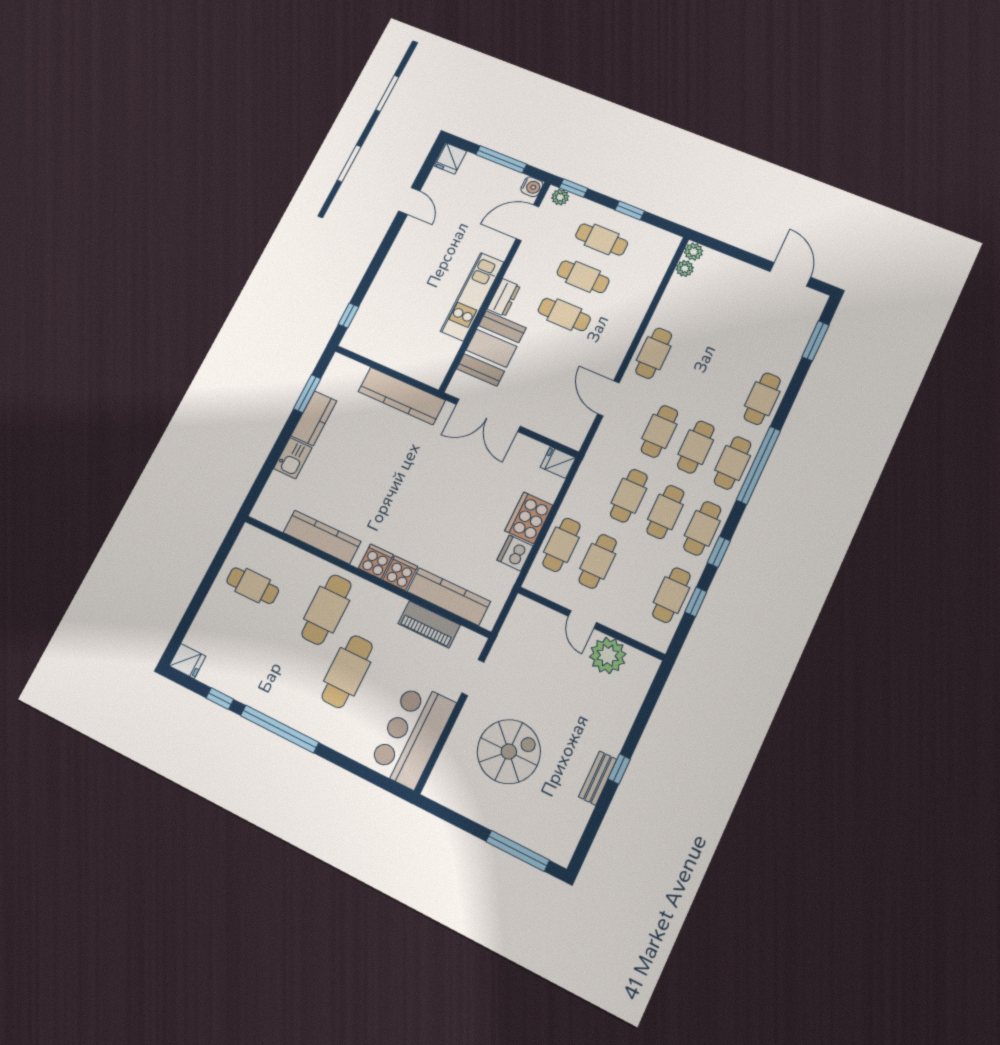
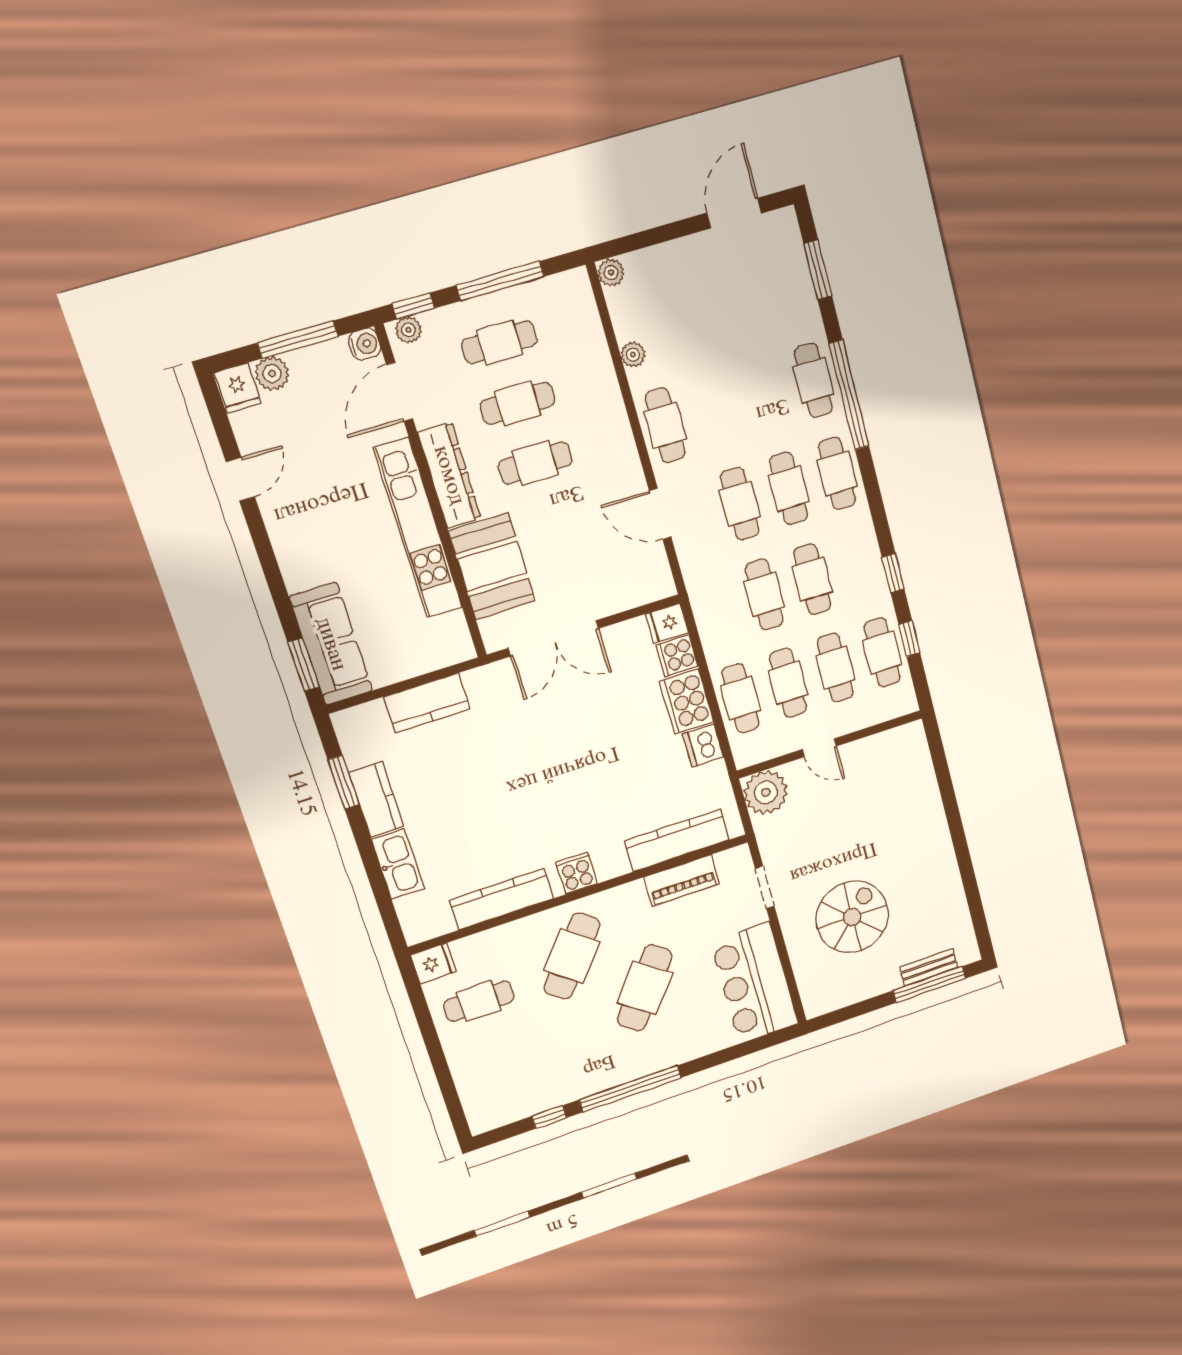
plant: (473, 165) -> (272, 374), added
door: (409, 201) -> (240, 479), hinge flipped
window: (630, 210) -> (500, 281), width x2.17
plant: (685, 269) -> (633, 355), moved
door: (790, 274) -> (734, 213), hinge flipped
kitchen unit: (472, 297) -> (418, 528), width x1.36
dresser: (504, 298) -> (449, 475), width x1.96, depth x1.24
window: (349, 316) -> (304, 665), width x1.50
sofa: (372, 317) -> (331, 644), added
kitchen counter: (402, 396) -> (427, 703), width x0.67
kitchen sink: (293, 458) -> (398, 864), width x1.38
window: (758, 465) -> (849, 395), moved
cafe table: (702, 528) -> (835, 668), moved
cooker: (400, 573) -> (677, 656), moved, turned -90
cafe table: (327, 610) -> (572, 956), turned 38
plant: (608, 655) -> (766, 792), moved
fridge: (187, 661) -> (433, 963), moved
cafe table: (347, 672) -> (645, 988), turned 37
window: (619, 769) -> (960, 842), removed
bench: (598, 778) -> (929, 967), moved, turned 90

